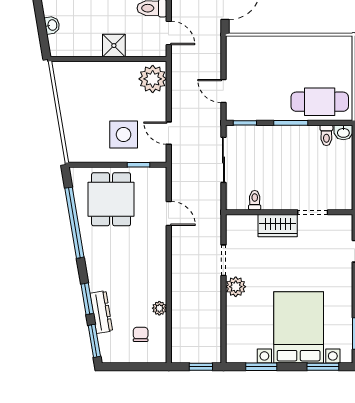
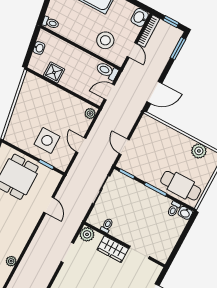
door: (169, 33) -> (109, 92), swing flipped
shower: (114, 46) -> (54, 72), moved
plant: (319, 46) -> (199, 151), added
plant: (153, 79) -> (90, 114), width x0.53, depth x0.53
door: (169, 133) -> (81, 145), moved
plant: (236, 287) -> (87, 234), moved

